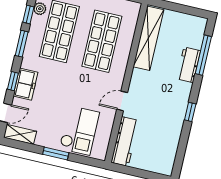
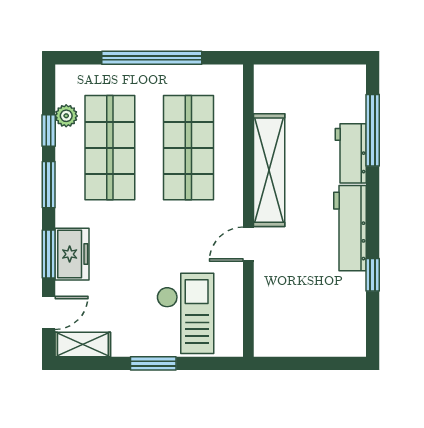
shelving: (148, 38) -> (269, 170), moved
window: (13, 81) -> (49, 254), width x1.50
window: (190, 112) -> (373, 275), moved
workbench: (125, 141) -> (350, 228), moved, turned 180

